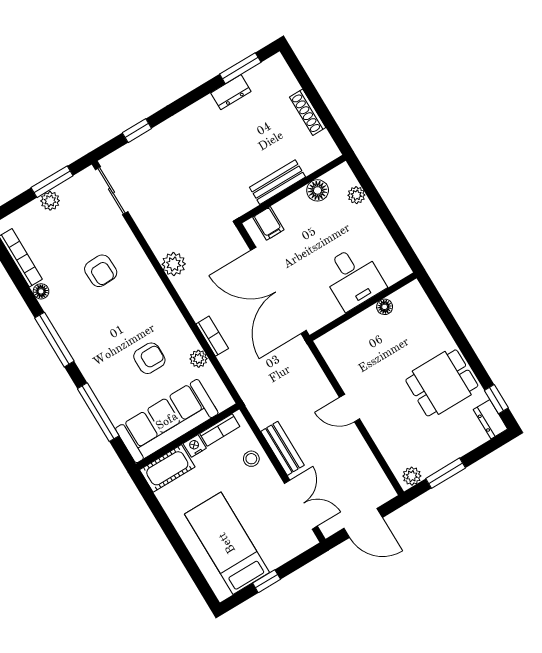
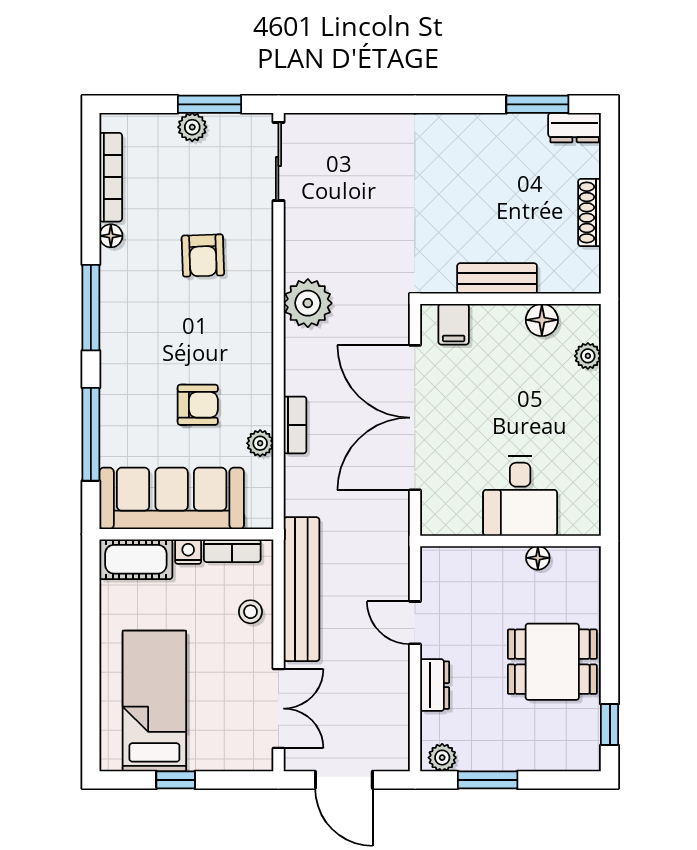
dresser: (231, 92) -> (575, 128), moved
window: (137, 131) -> (357, 104), removed
plant: (174, 264) -> (308, 303), width x1.36, depth x1.36
desk: (353, 278) -> (520, 496), moved
wall: (363, 307) -> (511, 541), moved
floor lamp: (385, 307) -> (538, 558), moved
dresser: (490, 419) -> (435, 685), moved, turned 180
bench: (282, 448) -> (301, 589), width x1.86, depth x1.21

